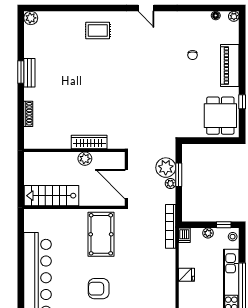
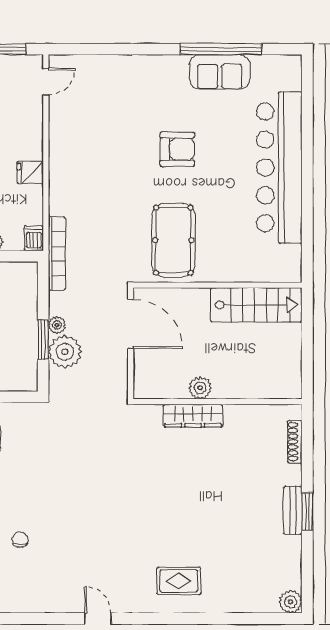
wardrobe: (89, 142) -> (193, 416), moved
wall: (74, 150) -> (218, 402), moved
plant: (85, 159) -> (200, 388), moved

